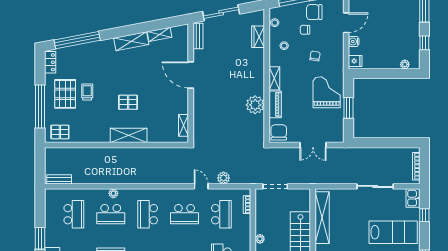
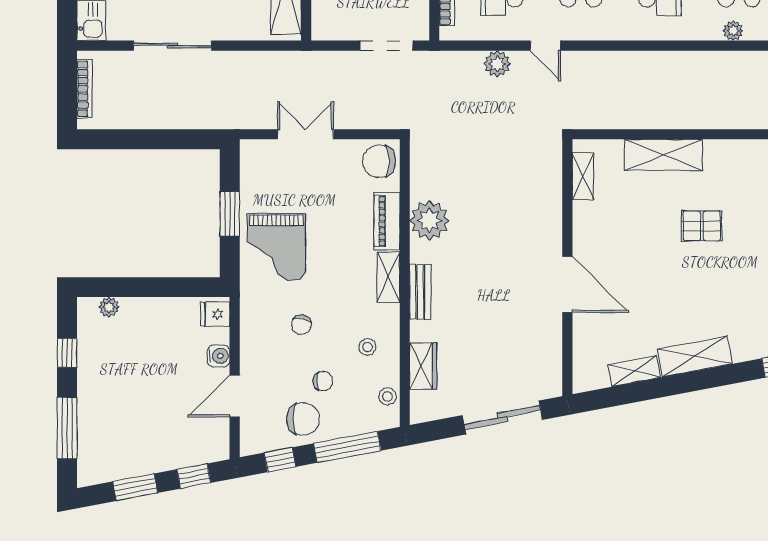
bench: (198, 36) -> (420, 292), moved
chair: (279, 132) -> (379, 161), turned 90
shelving: (129, 135) -> (663, 155), moved

